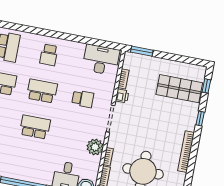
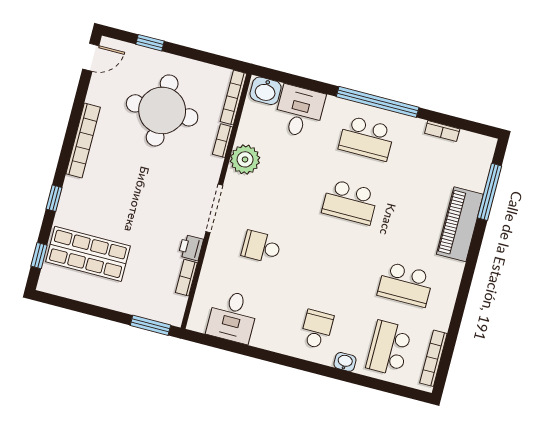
washbasin: (32, 38) -> (345, 362), added
desk: (101, 60) -> (232, 317), width x0.73
school desk: (42, 91) -> (367, 138), moved

